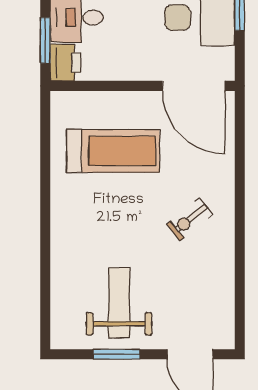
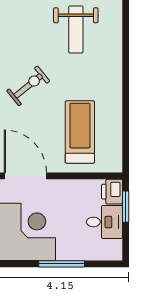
treadmill: (113, 151) -> (80, 132), turned 90
exercise bike: (190, 219) -> (28, 86), width x1.38, depth x1.39

